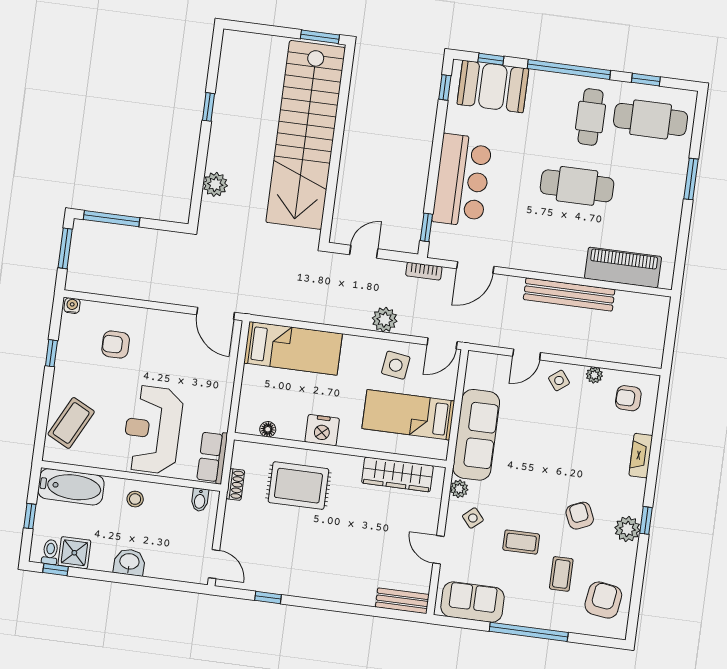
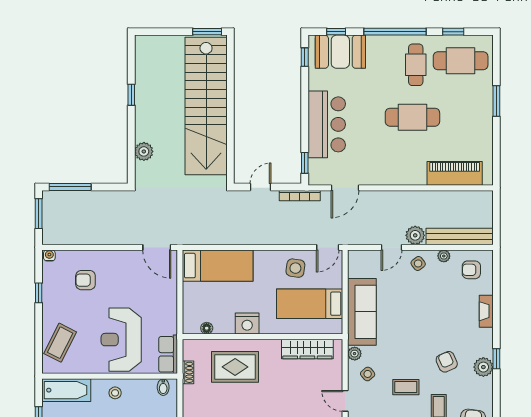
bookcase: (424, 271) -> (300, 196), width x1.56
bench: (569, 294) -> (460, 236), moved
plant: (385, 320) -> (415, 235), moved

